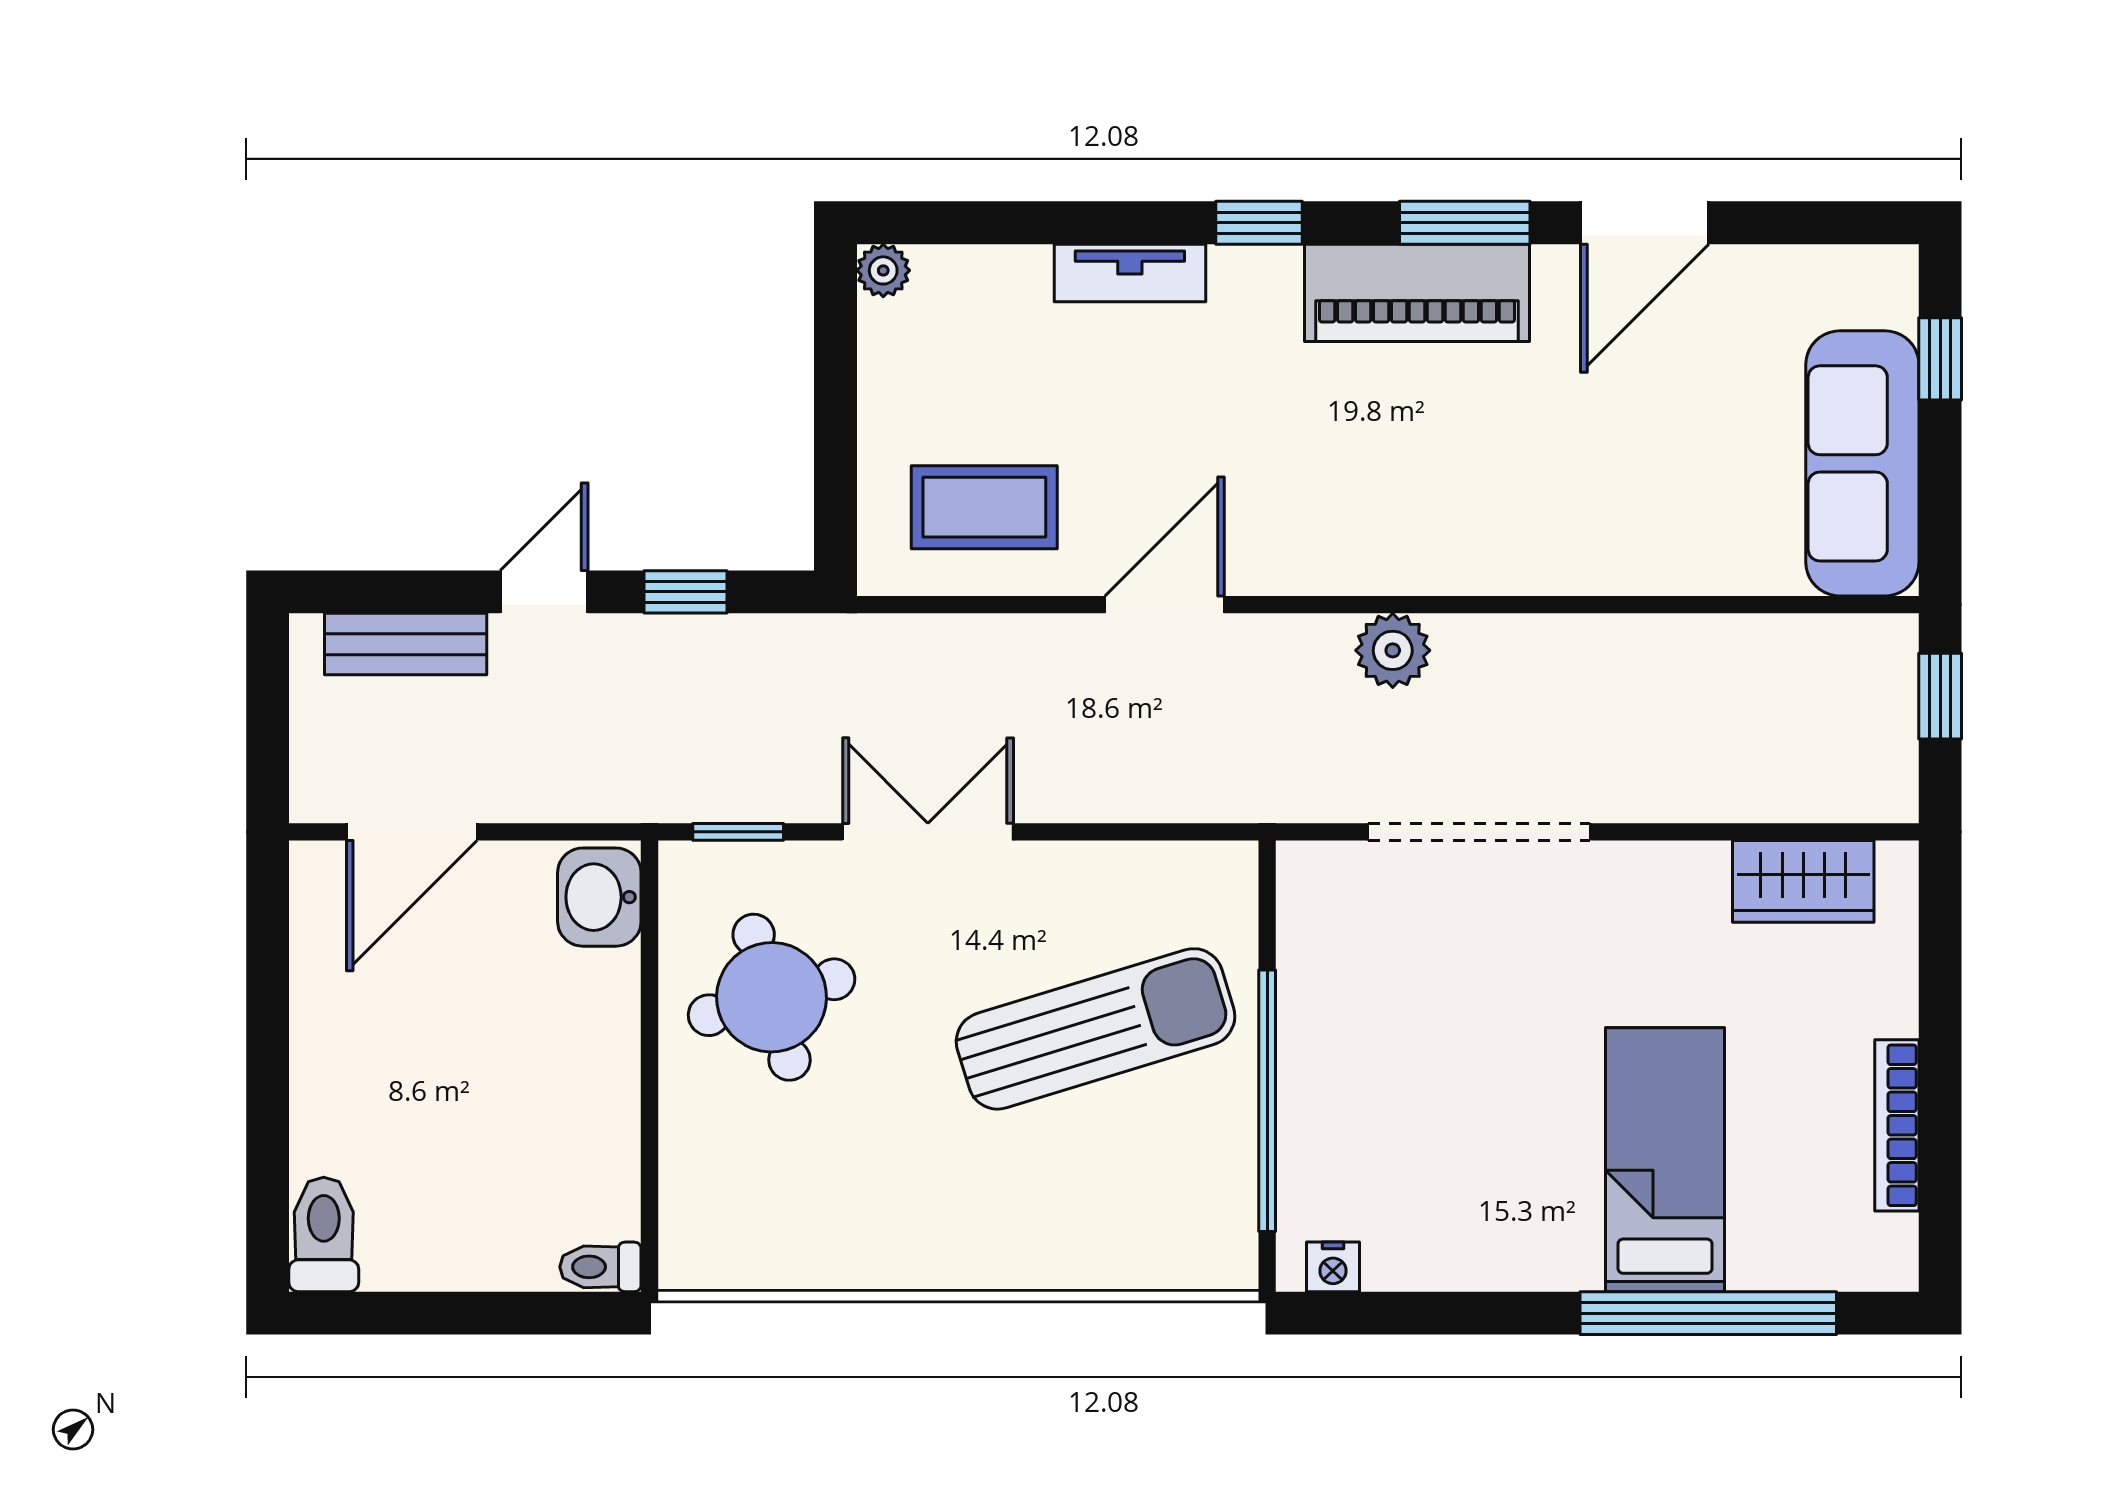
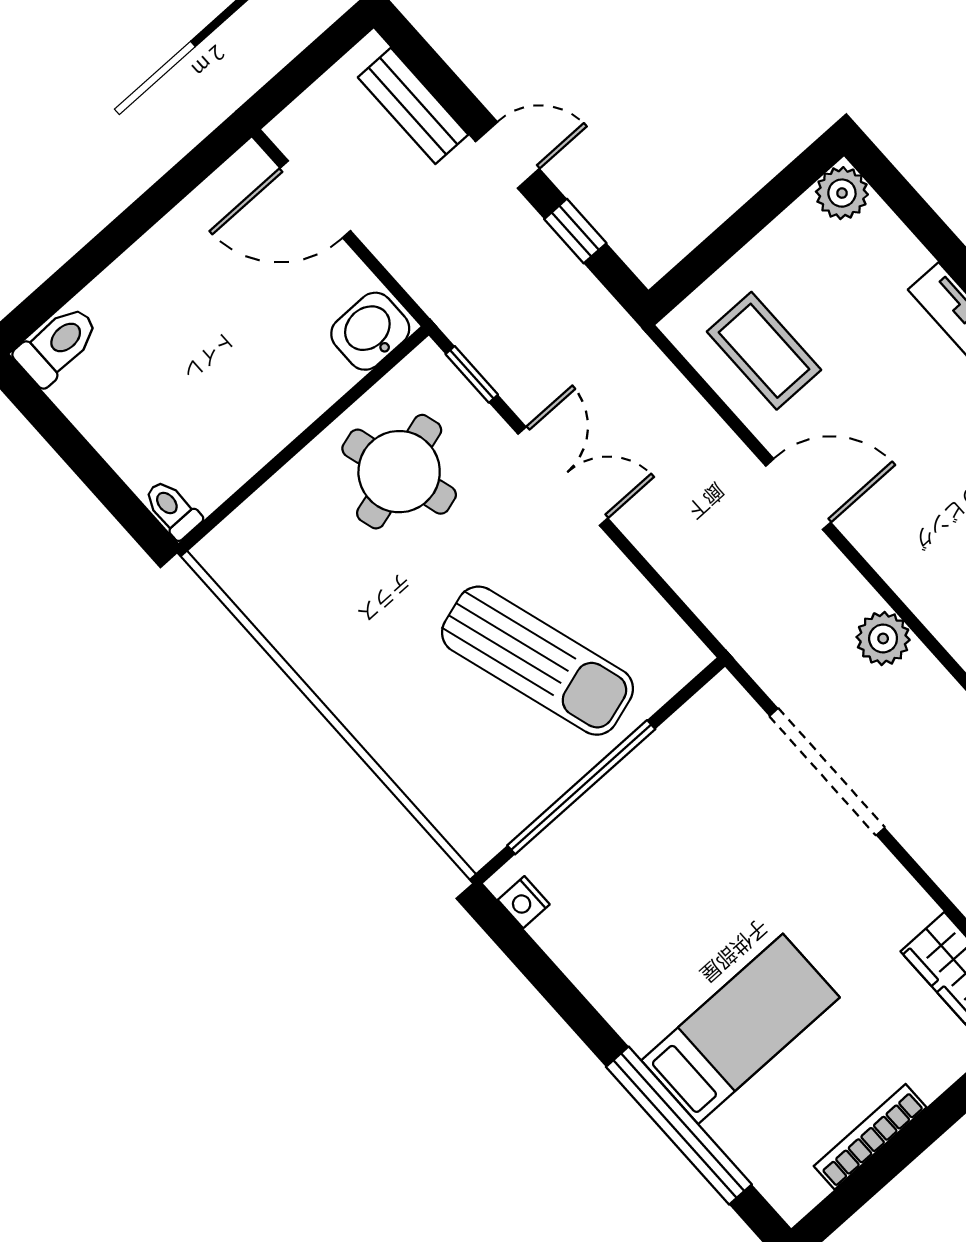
plant: (883, 270) -> (842, 193), width x1.38, depth x1.38

